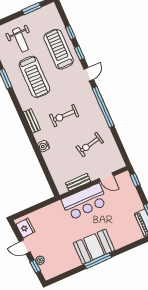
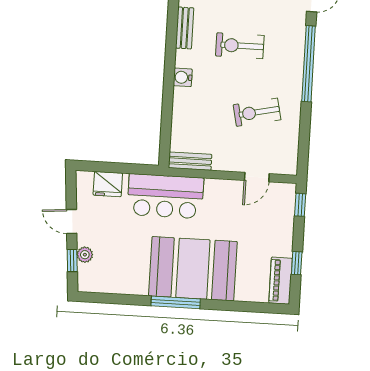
door: (106, 177) -> (257, 177), hinge flipped
bench: (78, 182) -> (190, 161), moved
bar counter: (85, 202) -> (165, 196), moved
fridge: (25, 228) -> (108, 184), moved, turned 94
booth: (94, 247) -> (193, 269), width x1.36, depth x1.42

